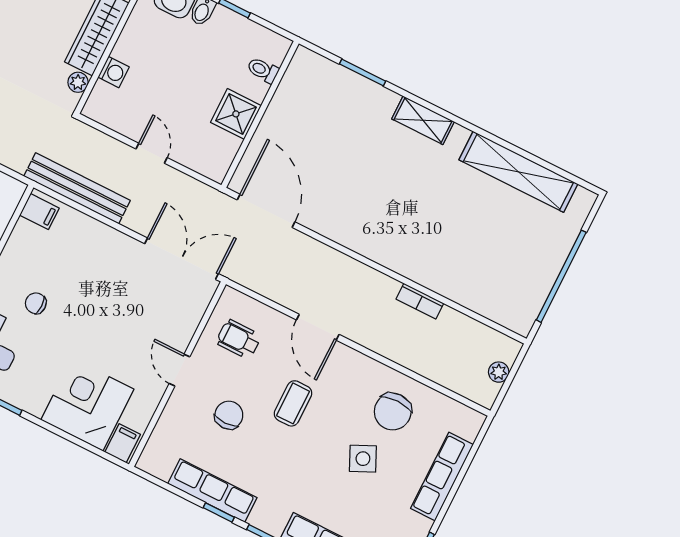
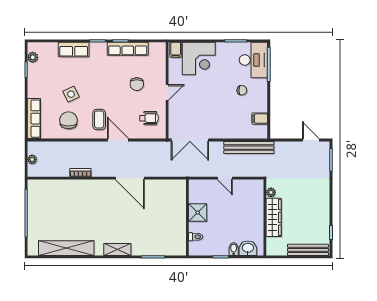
washing machine: (114, 72) -> (258, 204), removed
door: (266, 211) -> (130, 178), moved
filing cabinet: (39, 212) -> (260, 119), moved
door: (180, 370) -> (167, 93), hinge flipped
coffee table: (293, 403) -> (99, 120), moved
row of seats: (442, 476) -> (34, 119), moved

